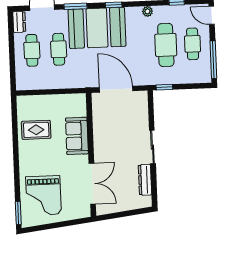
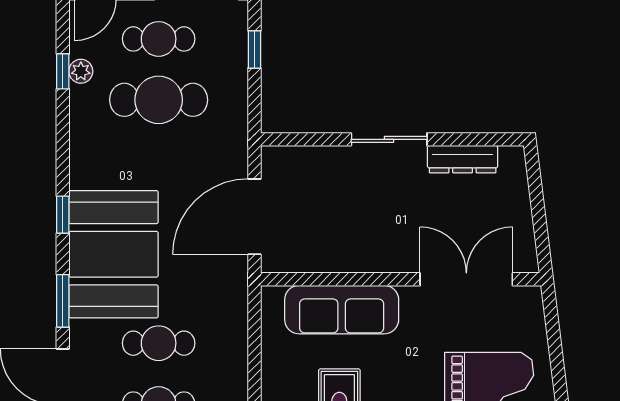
plant: (147, 11) -> (81, 71), moved
window: (164, 87) -> (254, 49), moved
sofa: (77, 136) -> (342, 310), width x1.36

